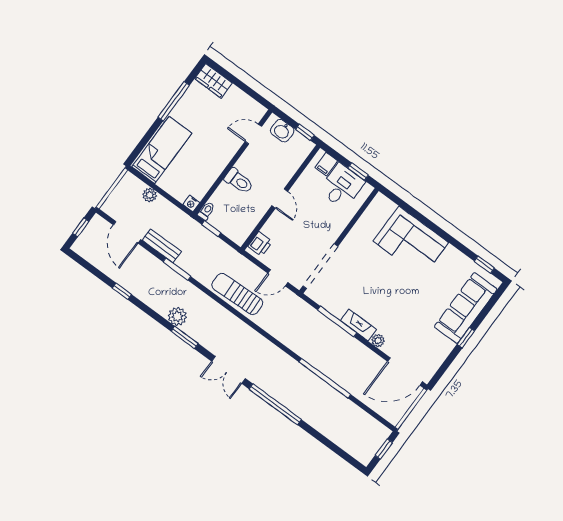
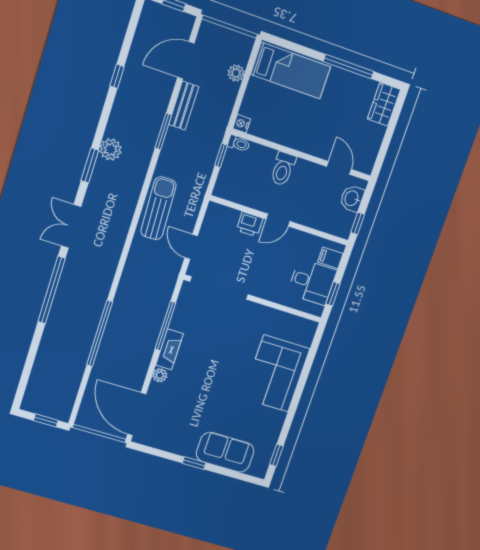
printer: (260, 244) -> (250, 224), moved
sofa: (466, 308) -> (225, 452), width x0.73

